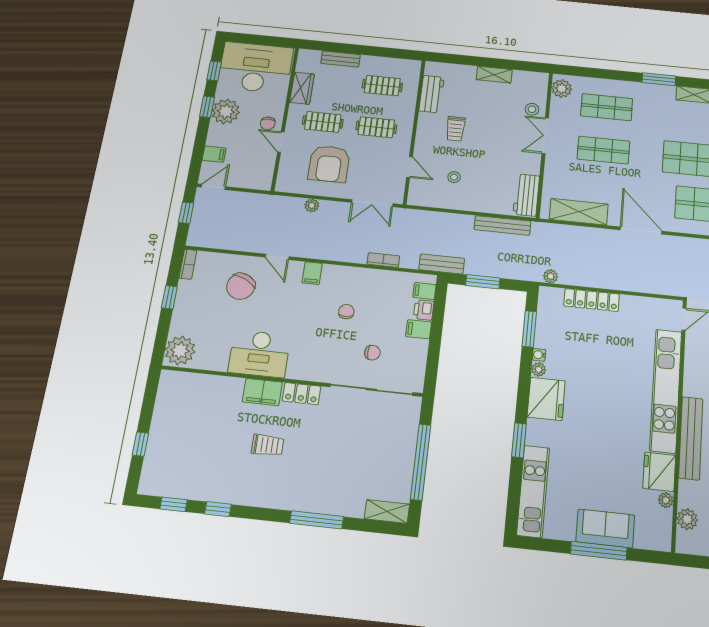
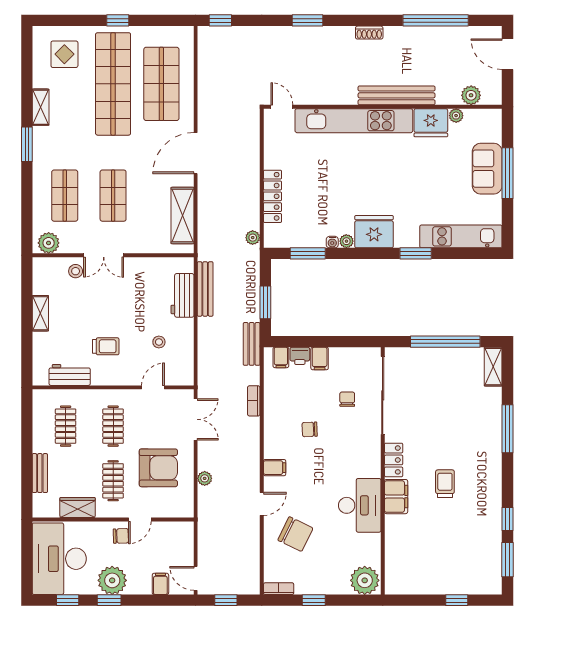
workbench: (526, 195) -> (182, 295), moved, turned 90
window: (174, 504) -> (507, 560), width x1.50

